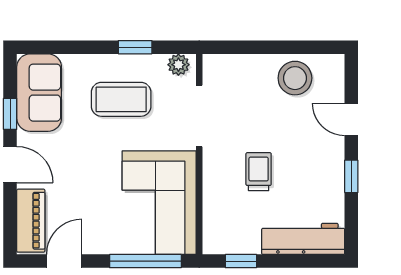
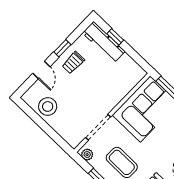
trolley: (259, 172) -> (73, 63), moved
window: (241, 261) -> (115, 37), moved

